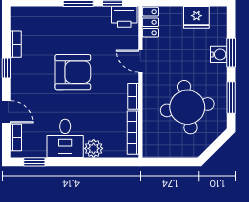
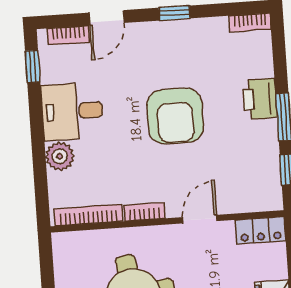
printer: (124, 17) -> (260, 99), moved
bookcase: (16, 44) -> (250, 22), moved

